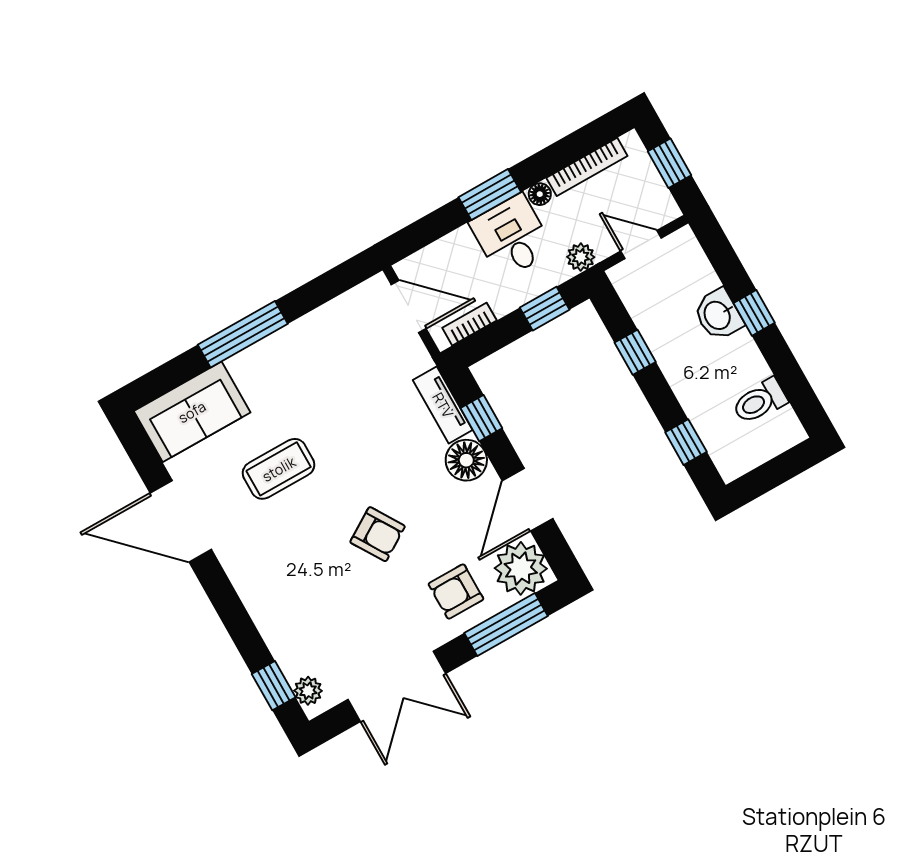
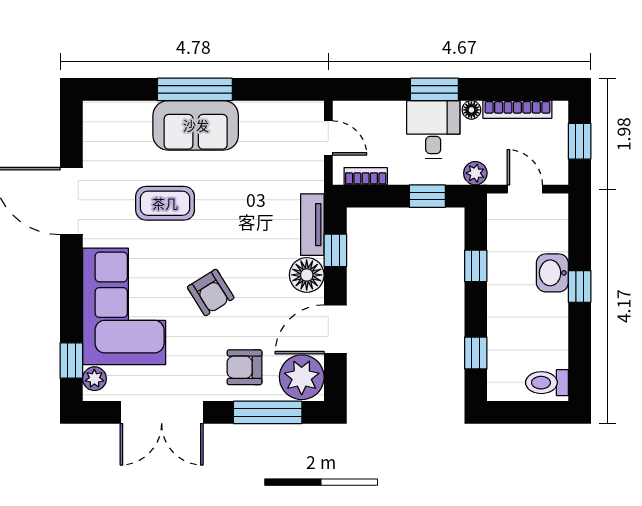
door: (409, 306) -> (328, 138), width x0.73
toilet: (760, 401) -> (547, 383), moved
sofa: (192, 412) -> (196, 125), moved
corner sofa: (296, 599) -> (124, 306), added

